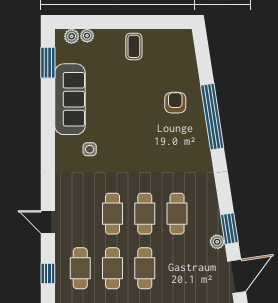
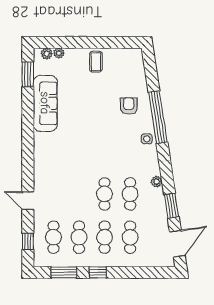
side table: (90, 149) -> (147, 139), moved
cafe table: (113, 214) -> (130, 237), moved
plant: (217, 242) -> (157, 182), moved

